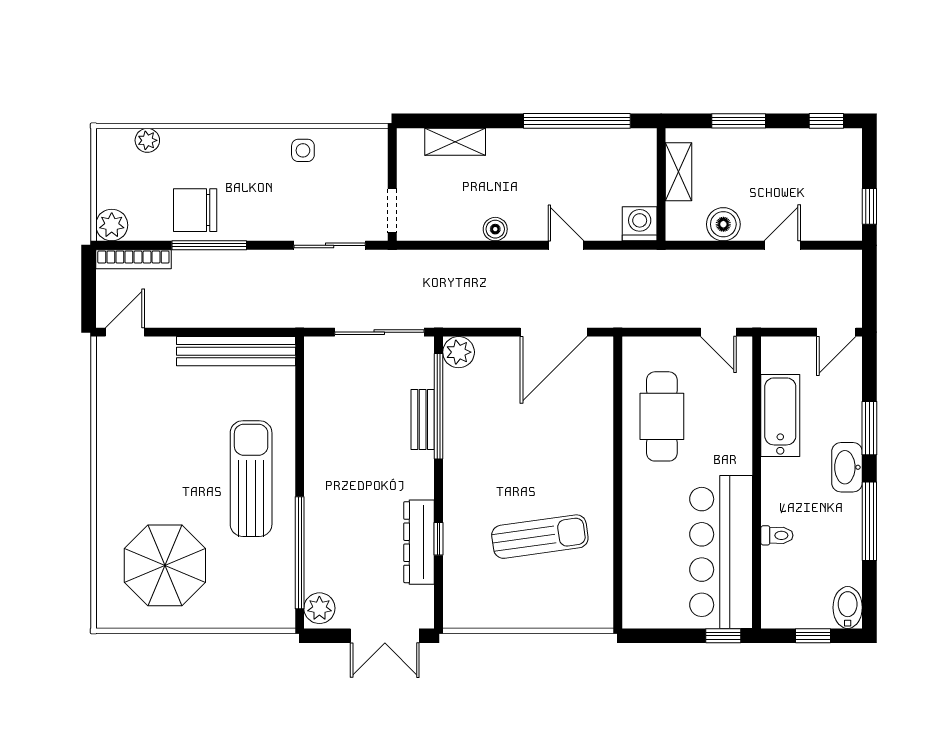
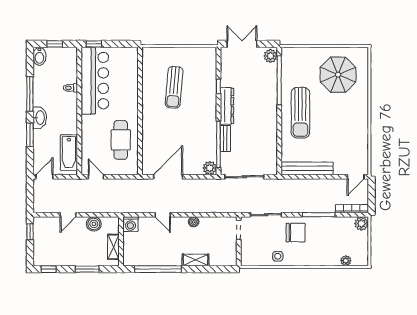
shelving: (455, 142) -> (195, 260), moved
chair: (195, 210) -> (296, 233), moved
bathtub: (780, 415) -> (69, 153), moved
sun lounger: (540, 537) -> (174, 87), turned -77
dresser: (419, 542) -> (227, 106), moved

